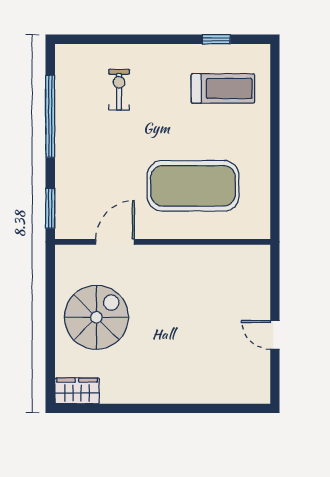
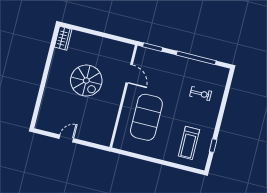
spiral stairs: (96, 317) -> (86, 81), moved

